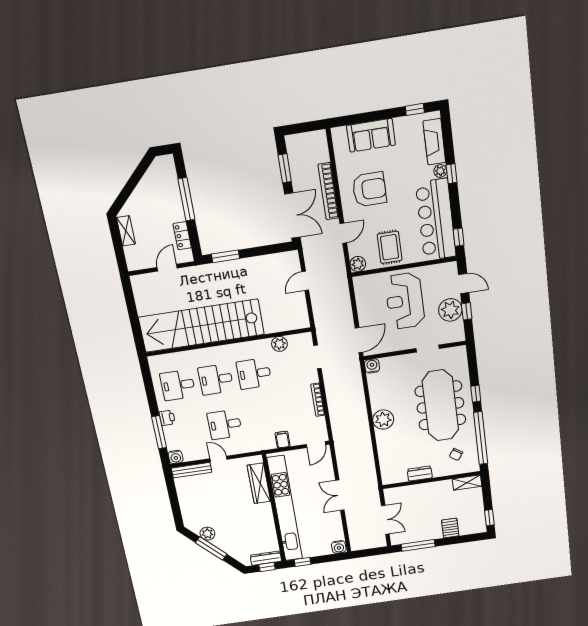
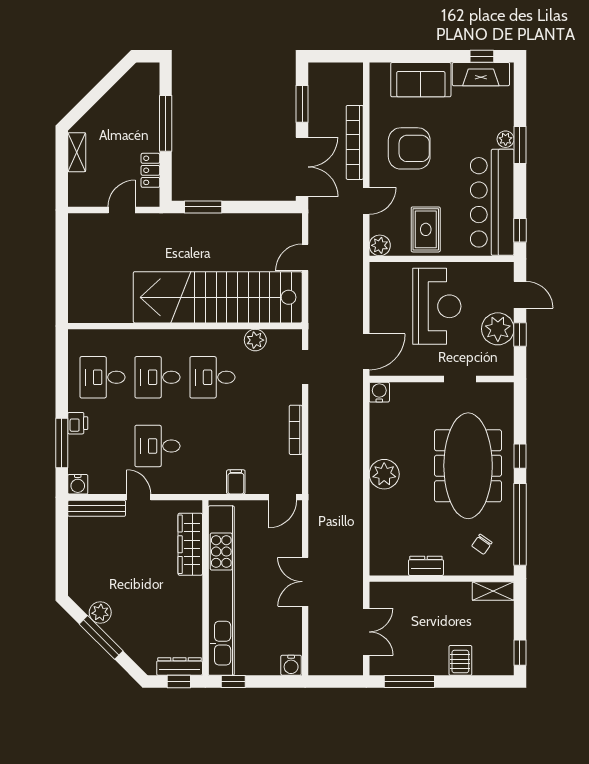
fireplace: (434, 142) -> (481, 74), moved, turned -90
window: (452, 174) -> (520, 145), width x1.50
reception desk: (405, 301) -> (437, 306), turned 180
stairs: (201, 326) -> (218, 297), moved

